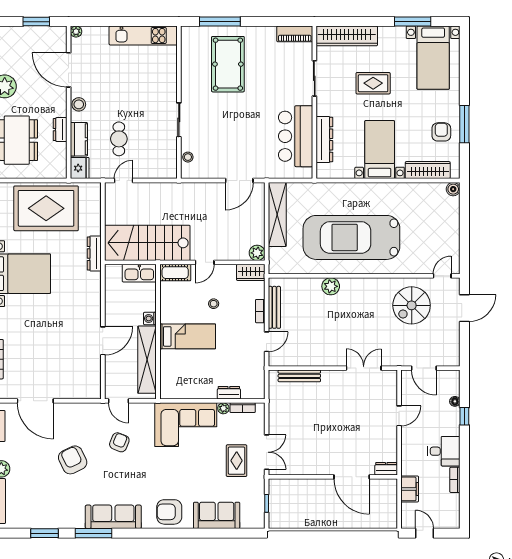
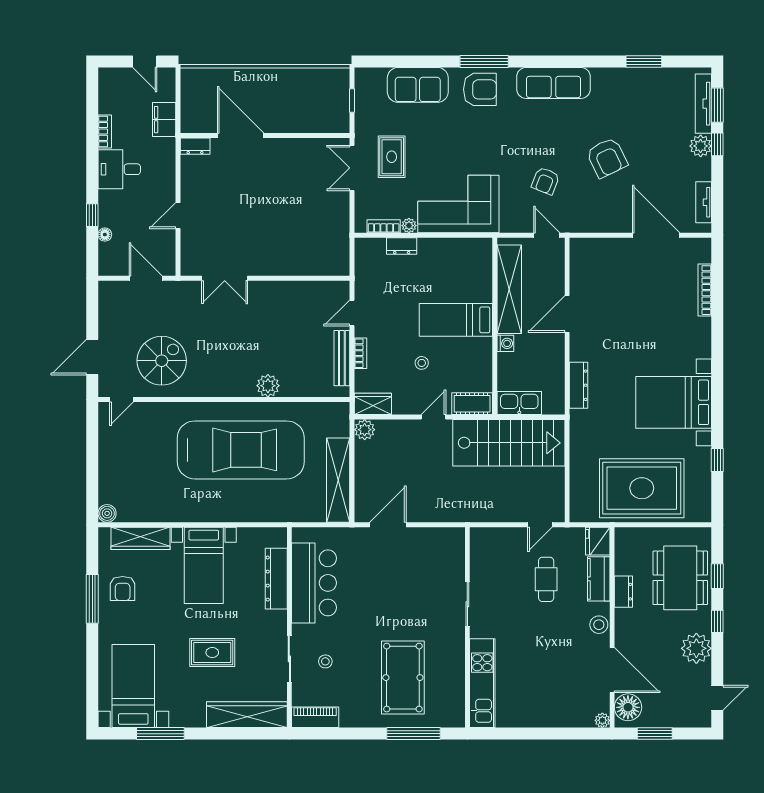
kitchen unit: (143, 36) -> (482, 683), moved, turned 90
floor lamp: (57, 42) -> (628, 707), added
stool: (188, 157) -> (325, 661), moved
dresser: (94, 253) -> (579, 385), moved
bench: (299, 376) -> (309, 268), removed
window: (94, 533) -> (484, 62), moved

